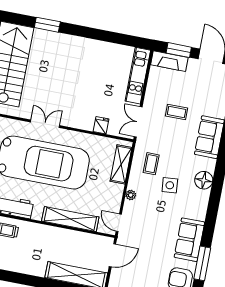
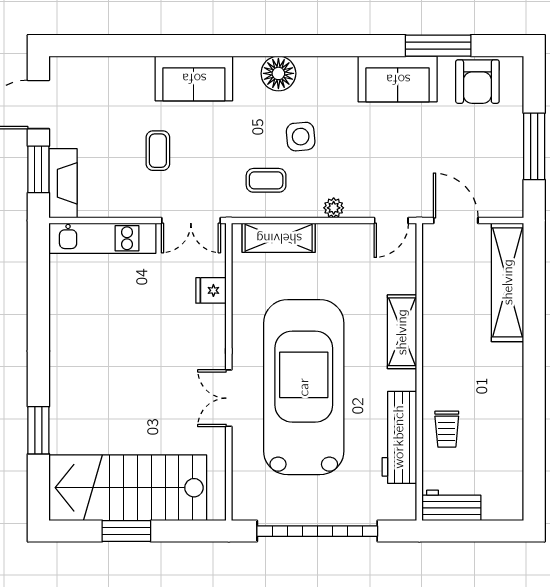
shelving: (70, 219) -> (402, 332), width x0.68

